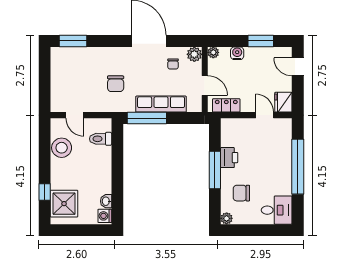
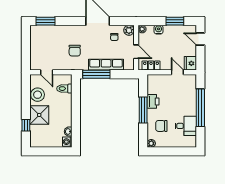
shower: (64, 204) -> (39, 115), moved
desk: (277, 210) -> (186, 126), moved

